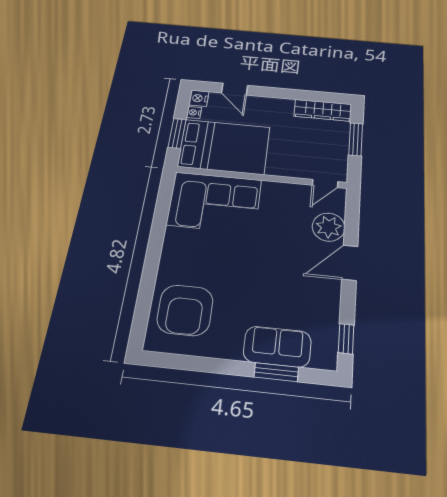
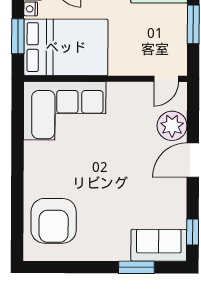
sofa: (277, 347) -> (159, 245), moved

